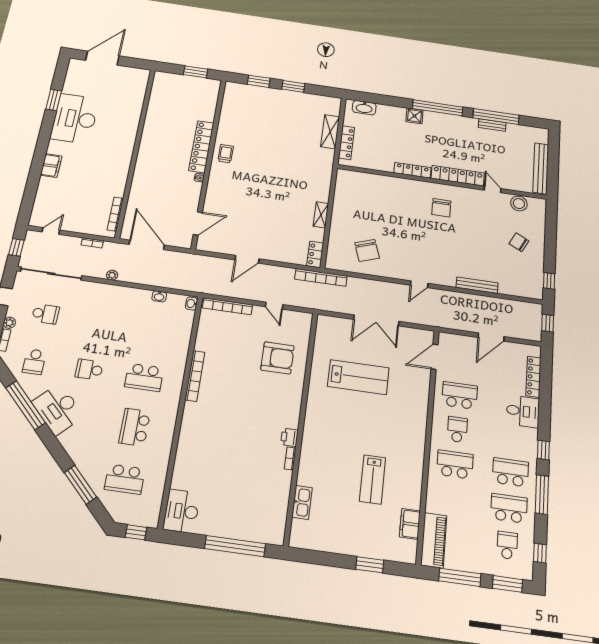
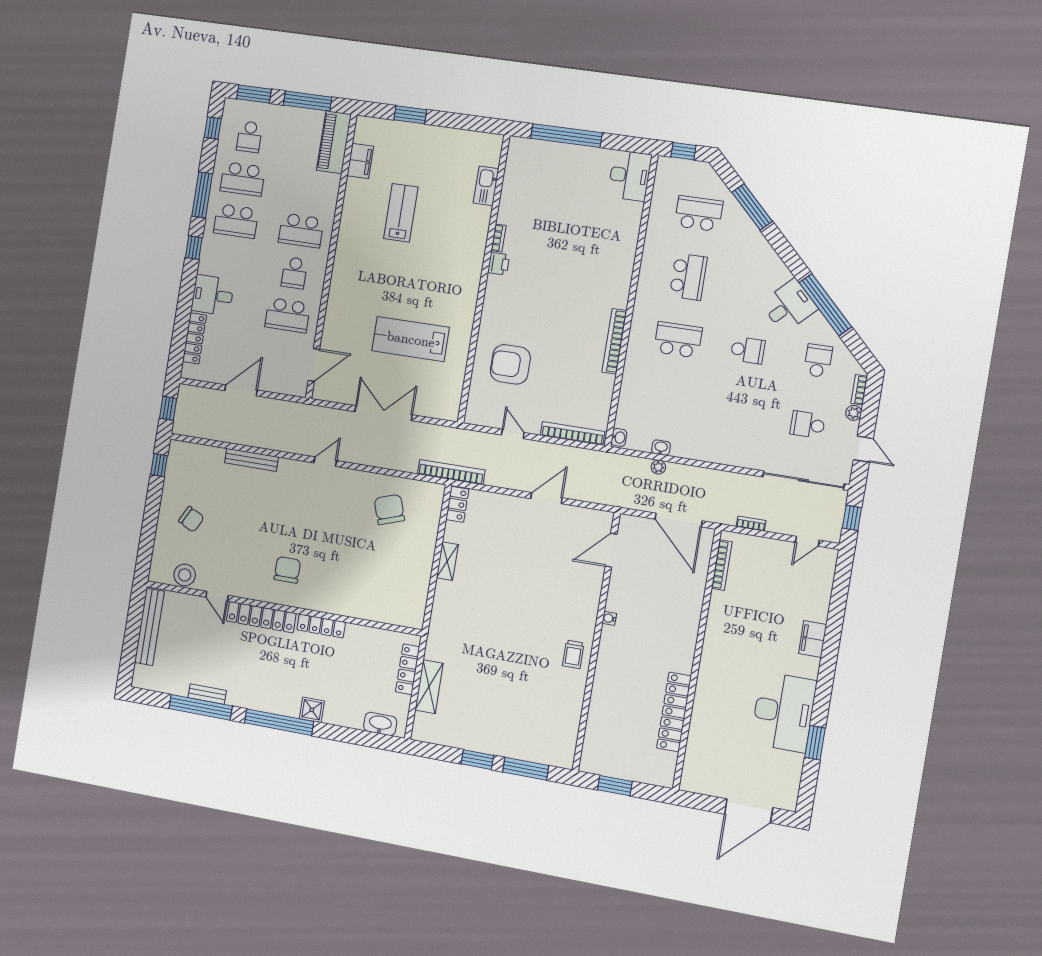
window: (259, 81) -> (526, 769), width x1.44
locker: (201, 147) -> (674, 712), moved, turned 180
plant: (112, 275) -> (658, 467), moved
desk: (58, 409) -> (789, 306), width x0.73

